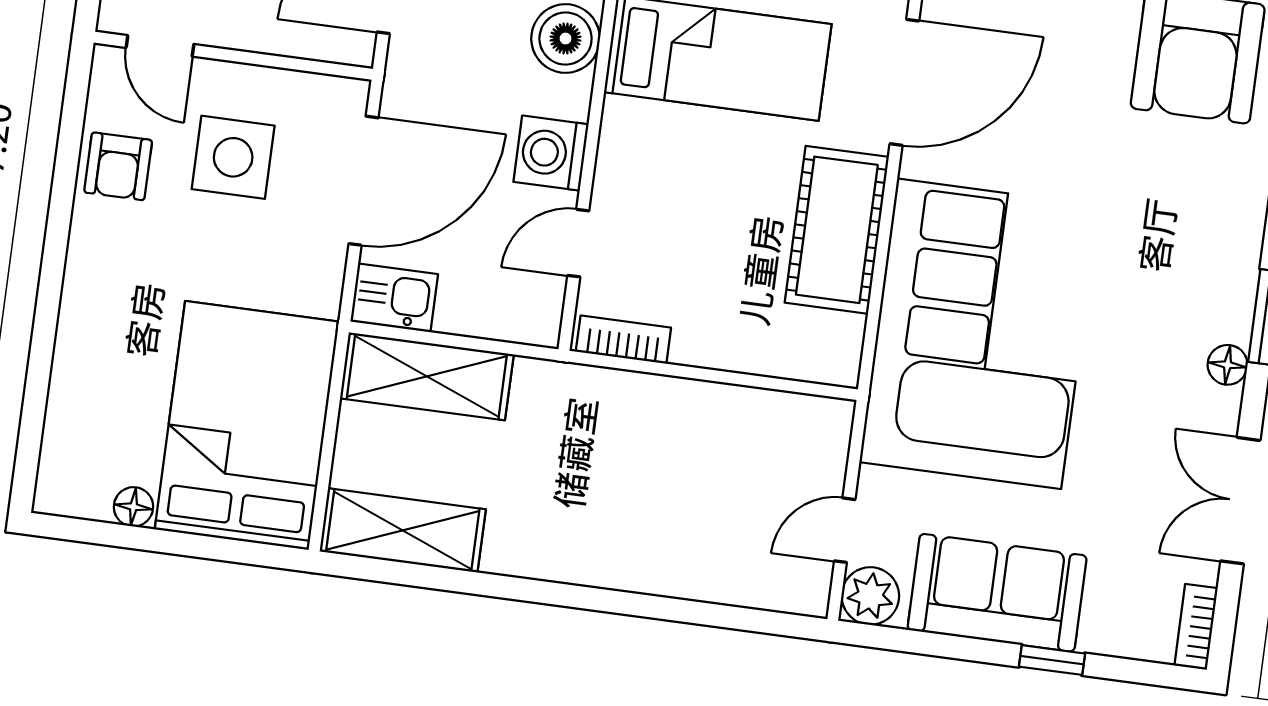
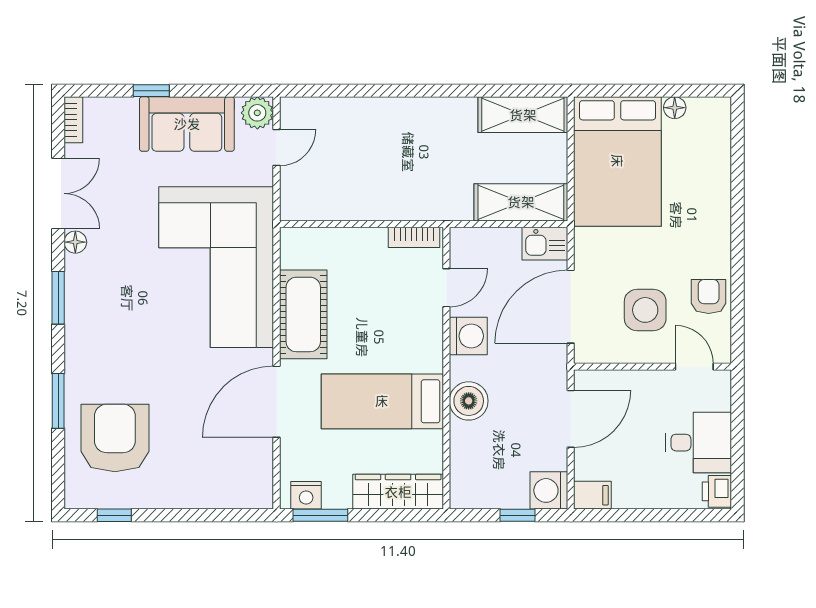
floor lamp: (1228, 365) -> (75, 242), moved

